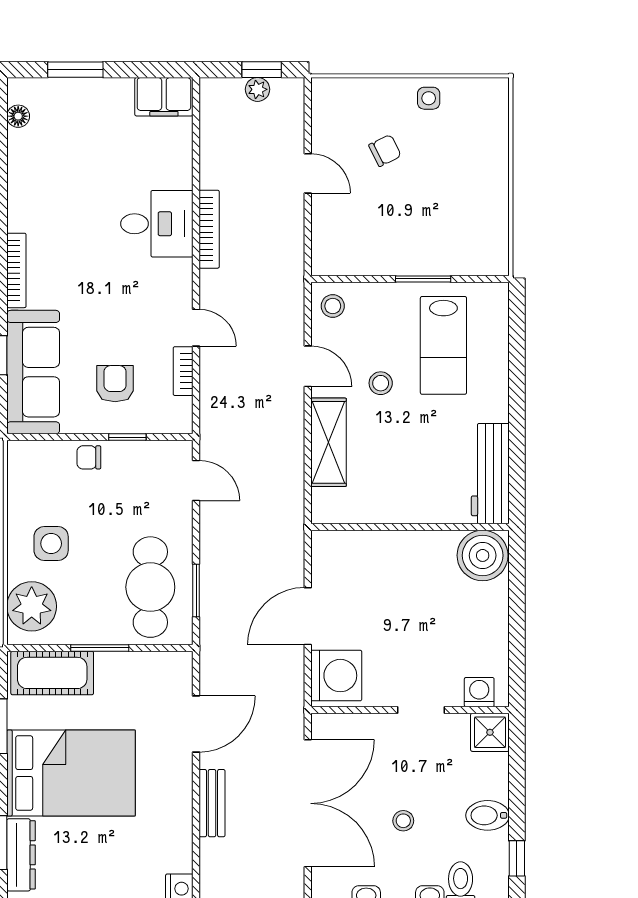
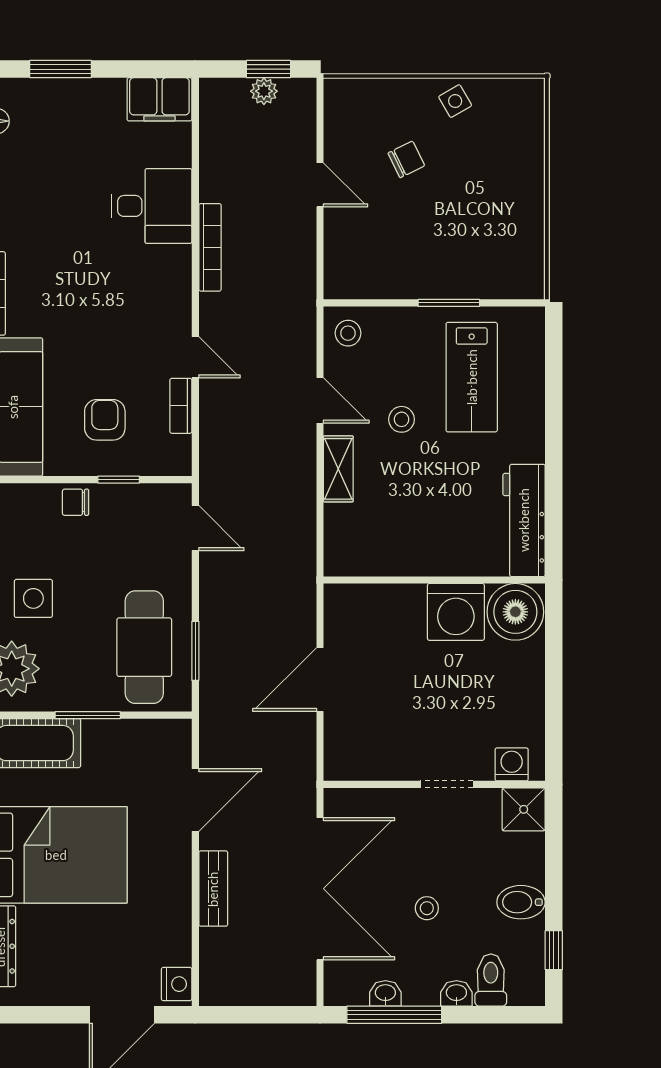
side table: (429, 98) -> (455, 101), turned -30
desk: (157, 224) -> (152, 206), moved
shelving: (328, 442) -> (338, 469), width x0.67, depth x0.75
washing machine: (336, 676) -> (456, 612), moved, turned 90

